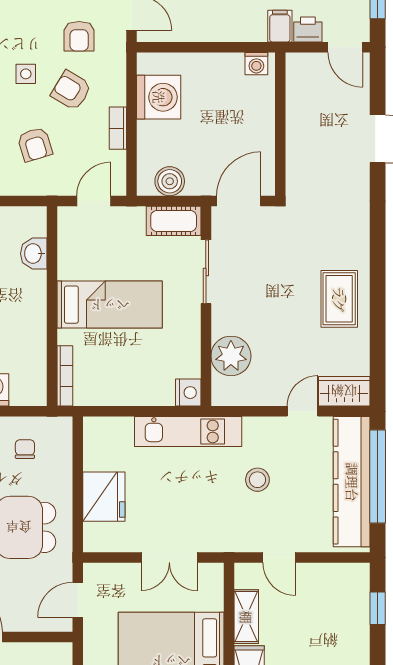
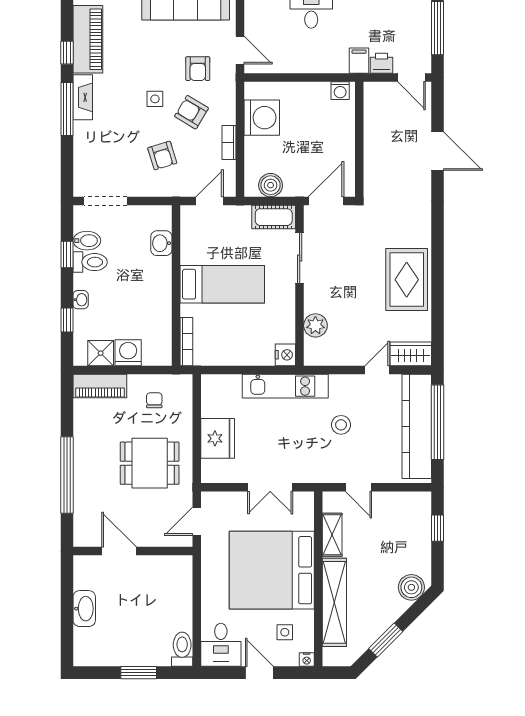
rug: (339, 299) -> (407, 280), width x1.36, depth x1.43
plant: (231, 356) -> (315, 325), width x0.73, depth x0.73

